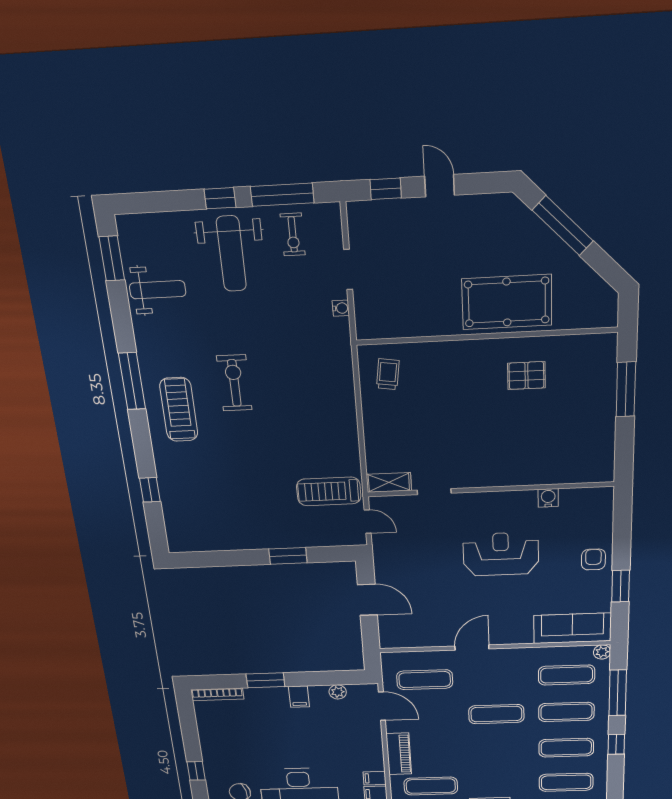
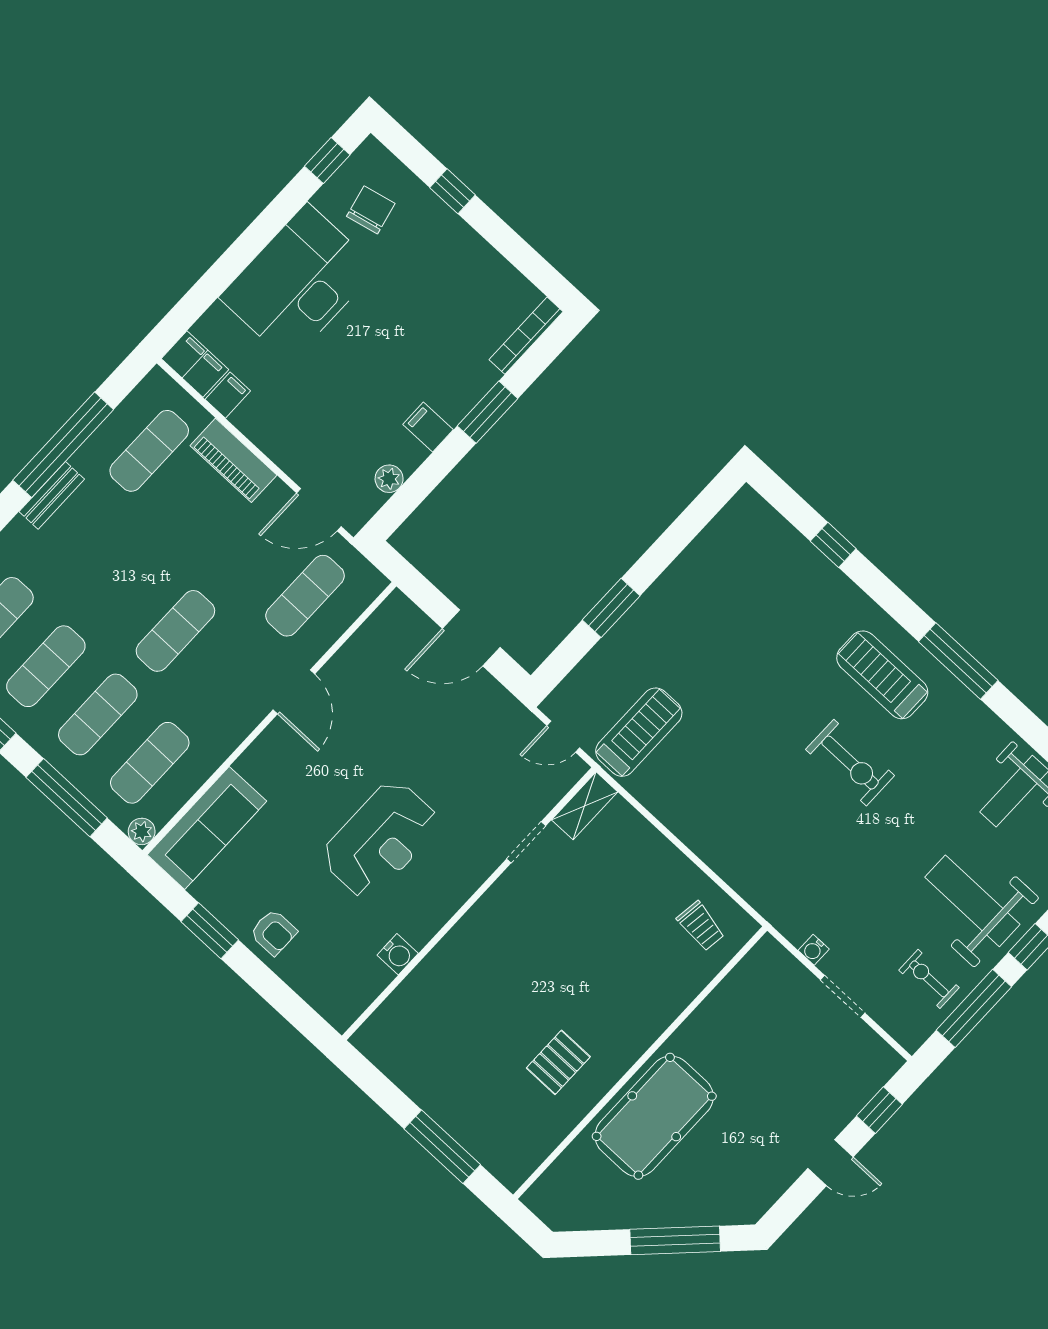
treadmill: (179, 410) -> (882, 675), turned 180

